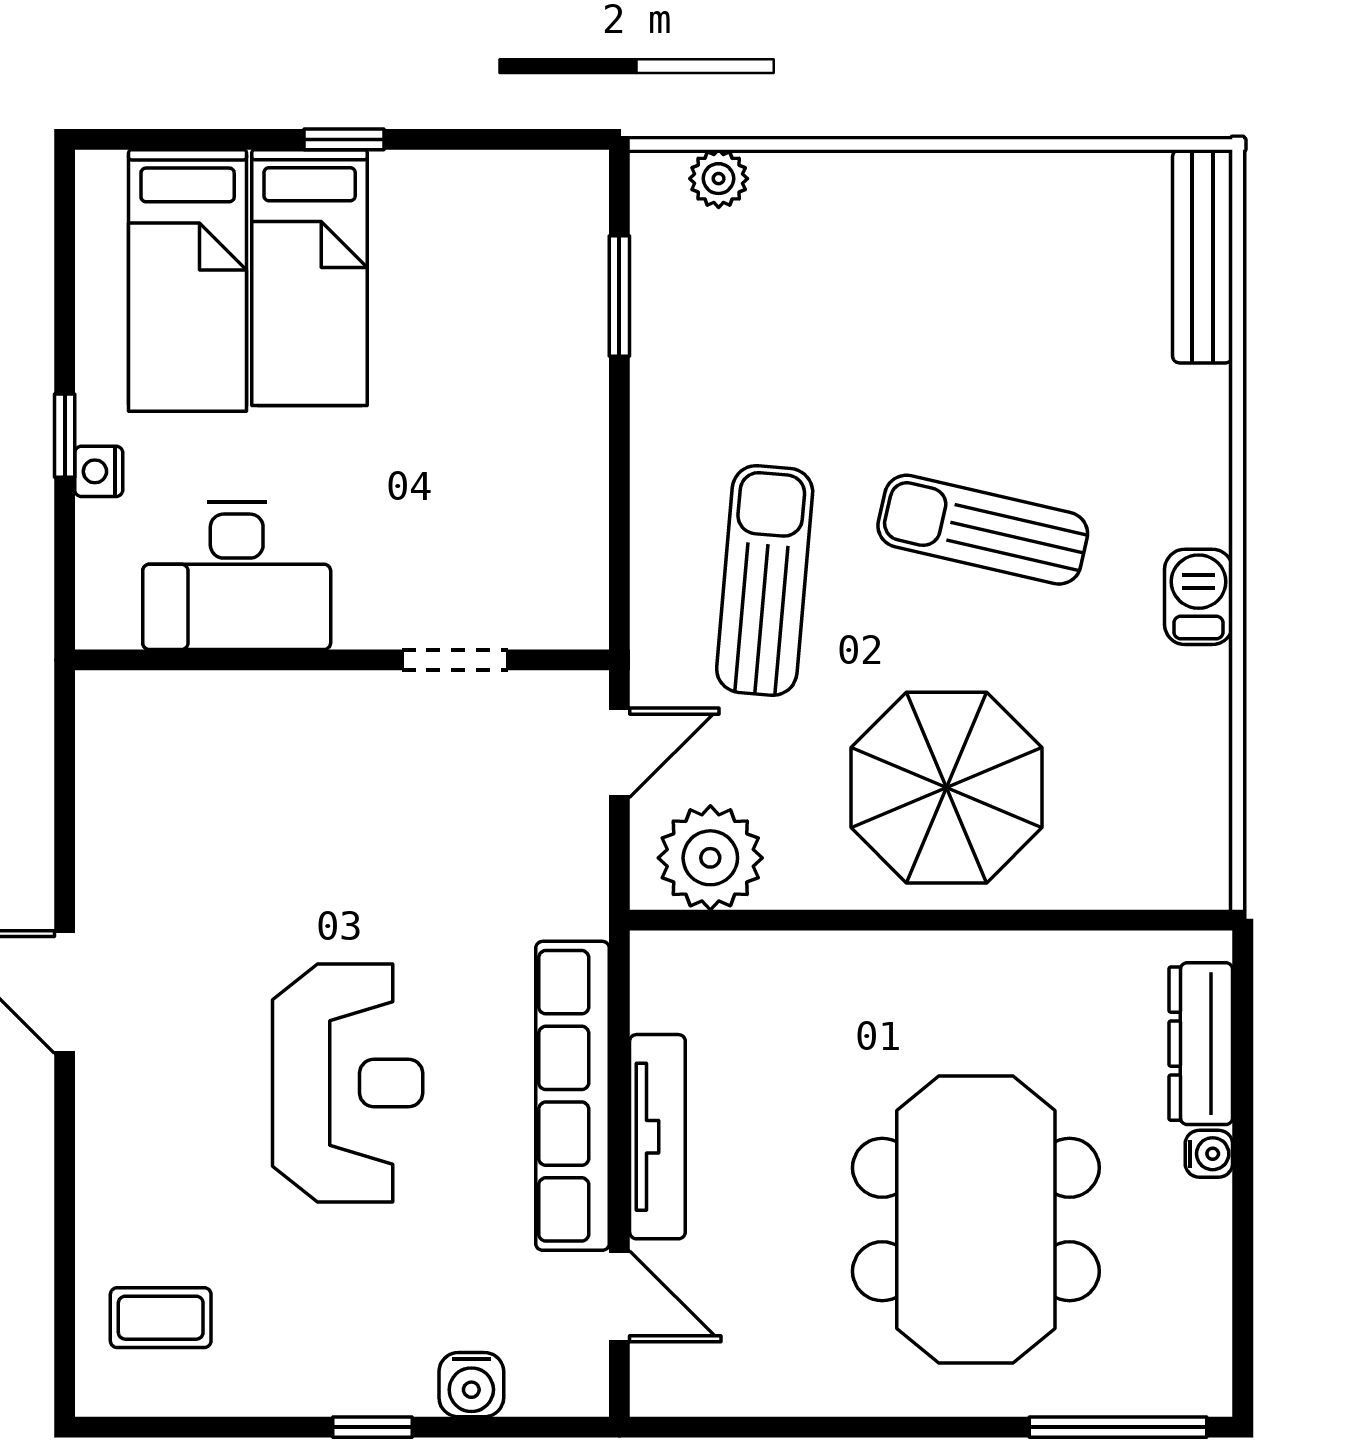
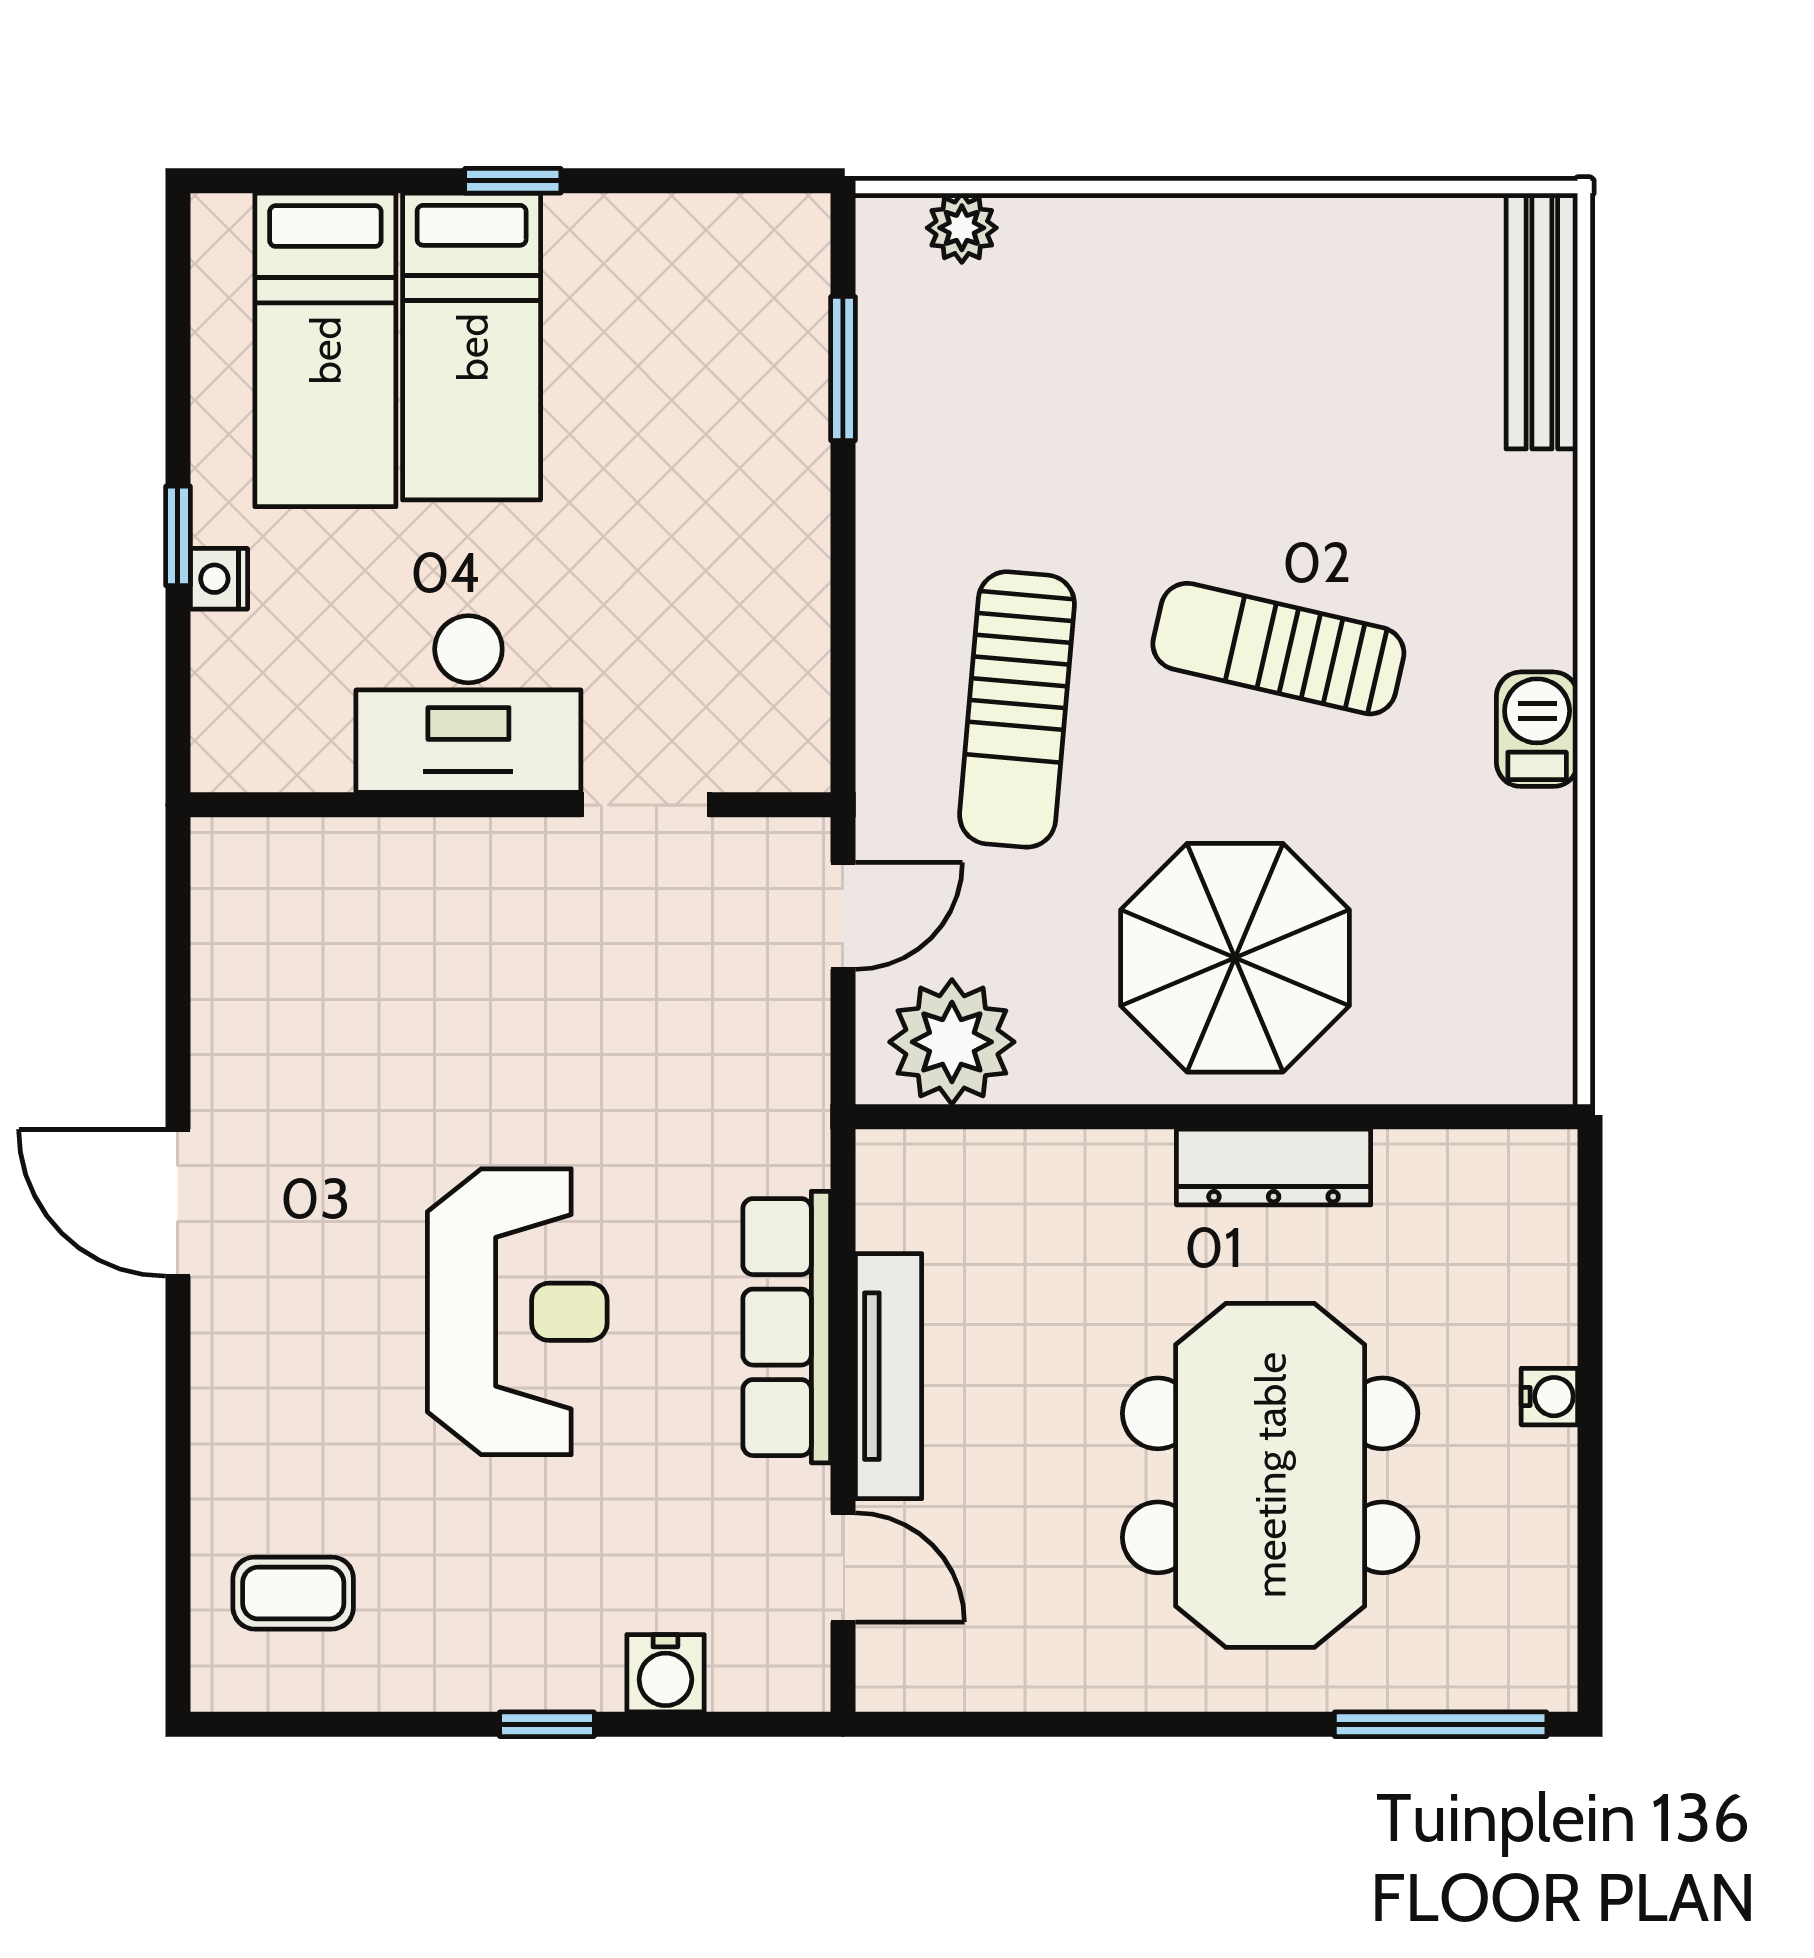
desk: (237, 576) -> (468, 704), moved
sun lounger: (765, 580) -> (1017, 709), turned 180
dresser: (1201, 1044) -> (1274, 1167), moved, turned -90
row of seats: (573, 1096) -> (787, 1327), width x0.73

